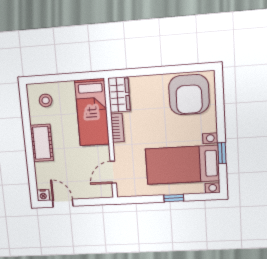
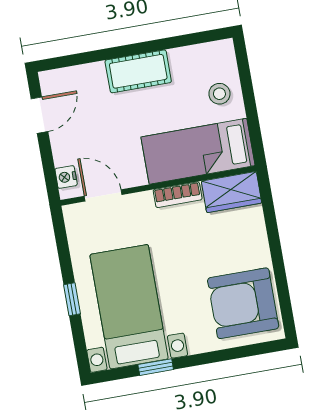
stool: (46, 100) -> (219, 94), moved
nightstand: (43, 195) -> (66, 177), moved

